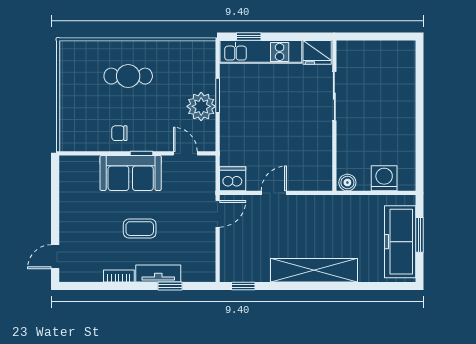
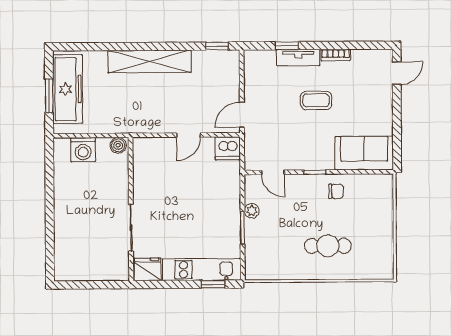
plant: (201, 106) -> (252, 211), width x0.53, depth x0.53
sofa: (131, 173) -> (364, 153), moved

